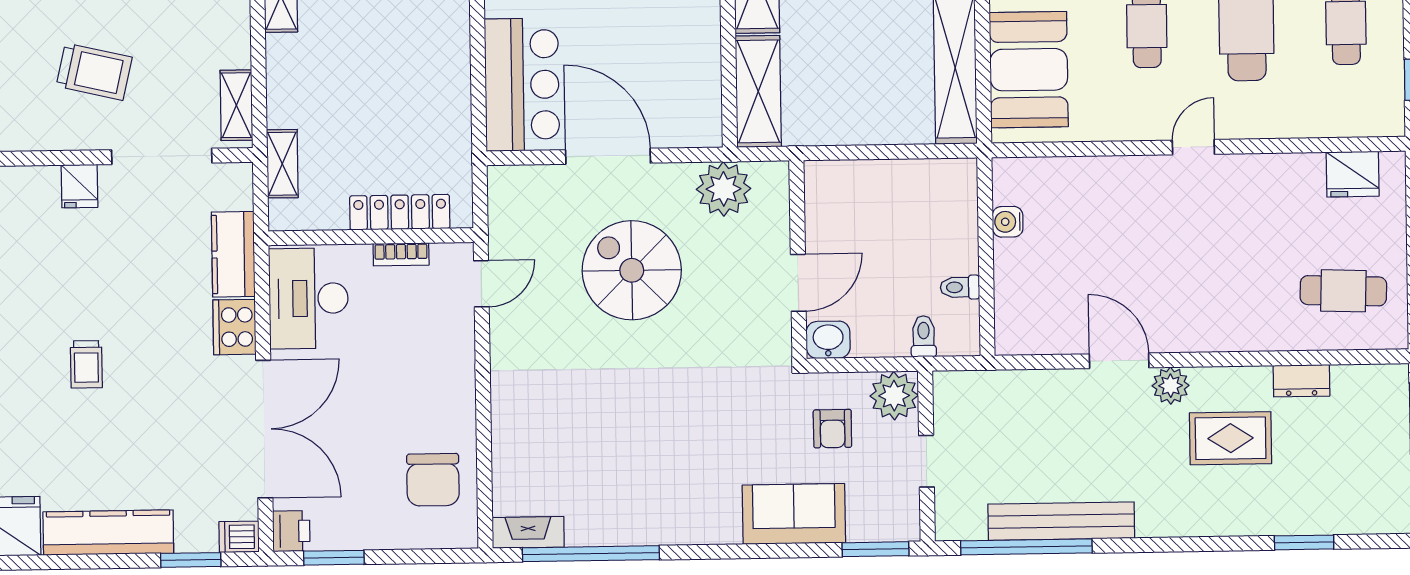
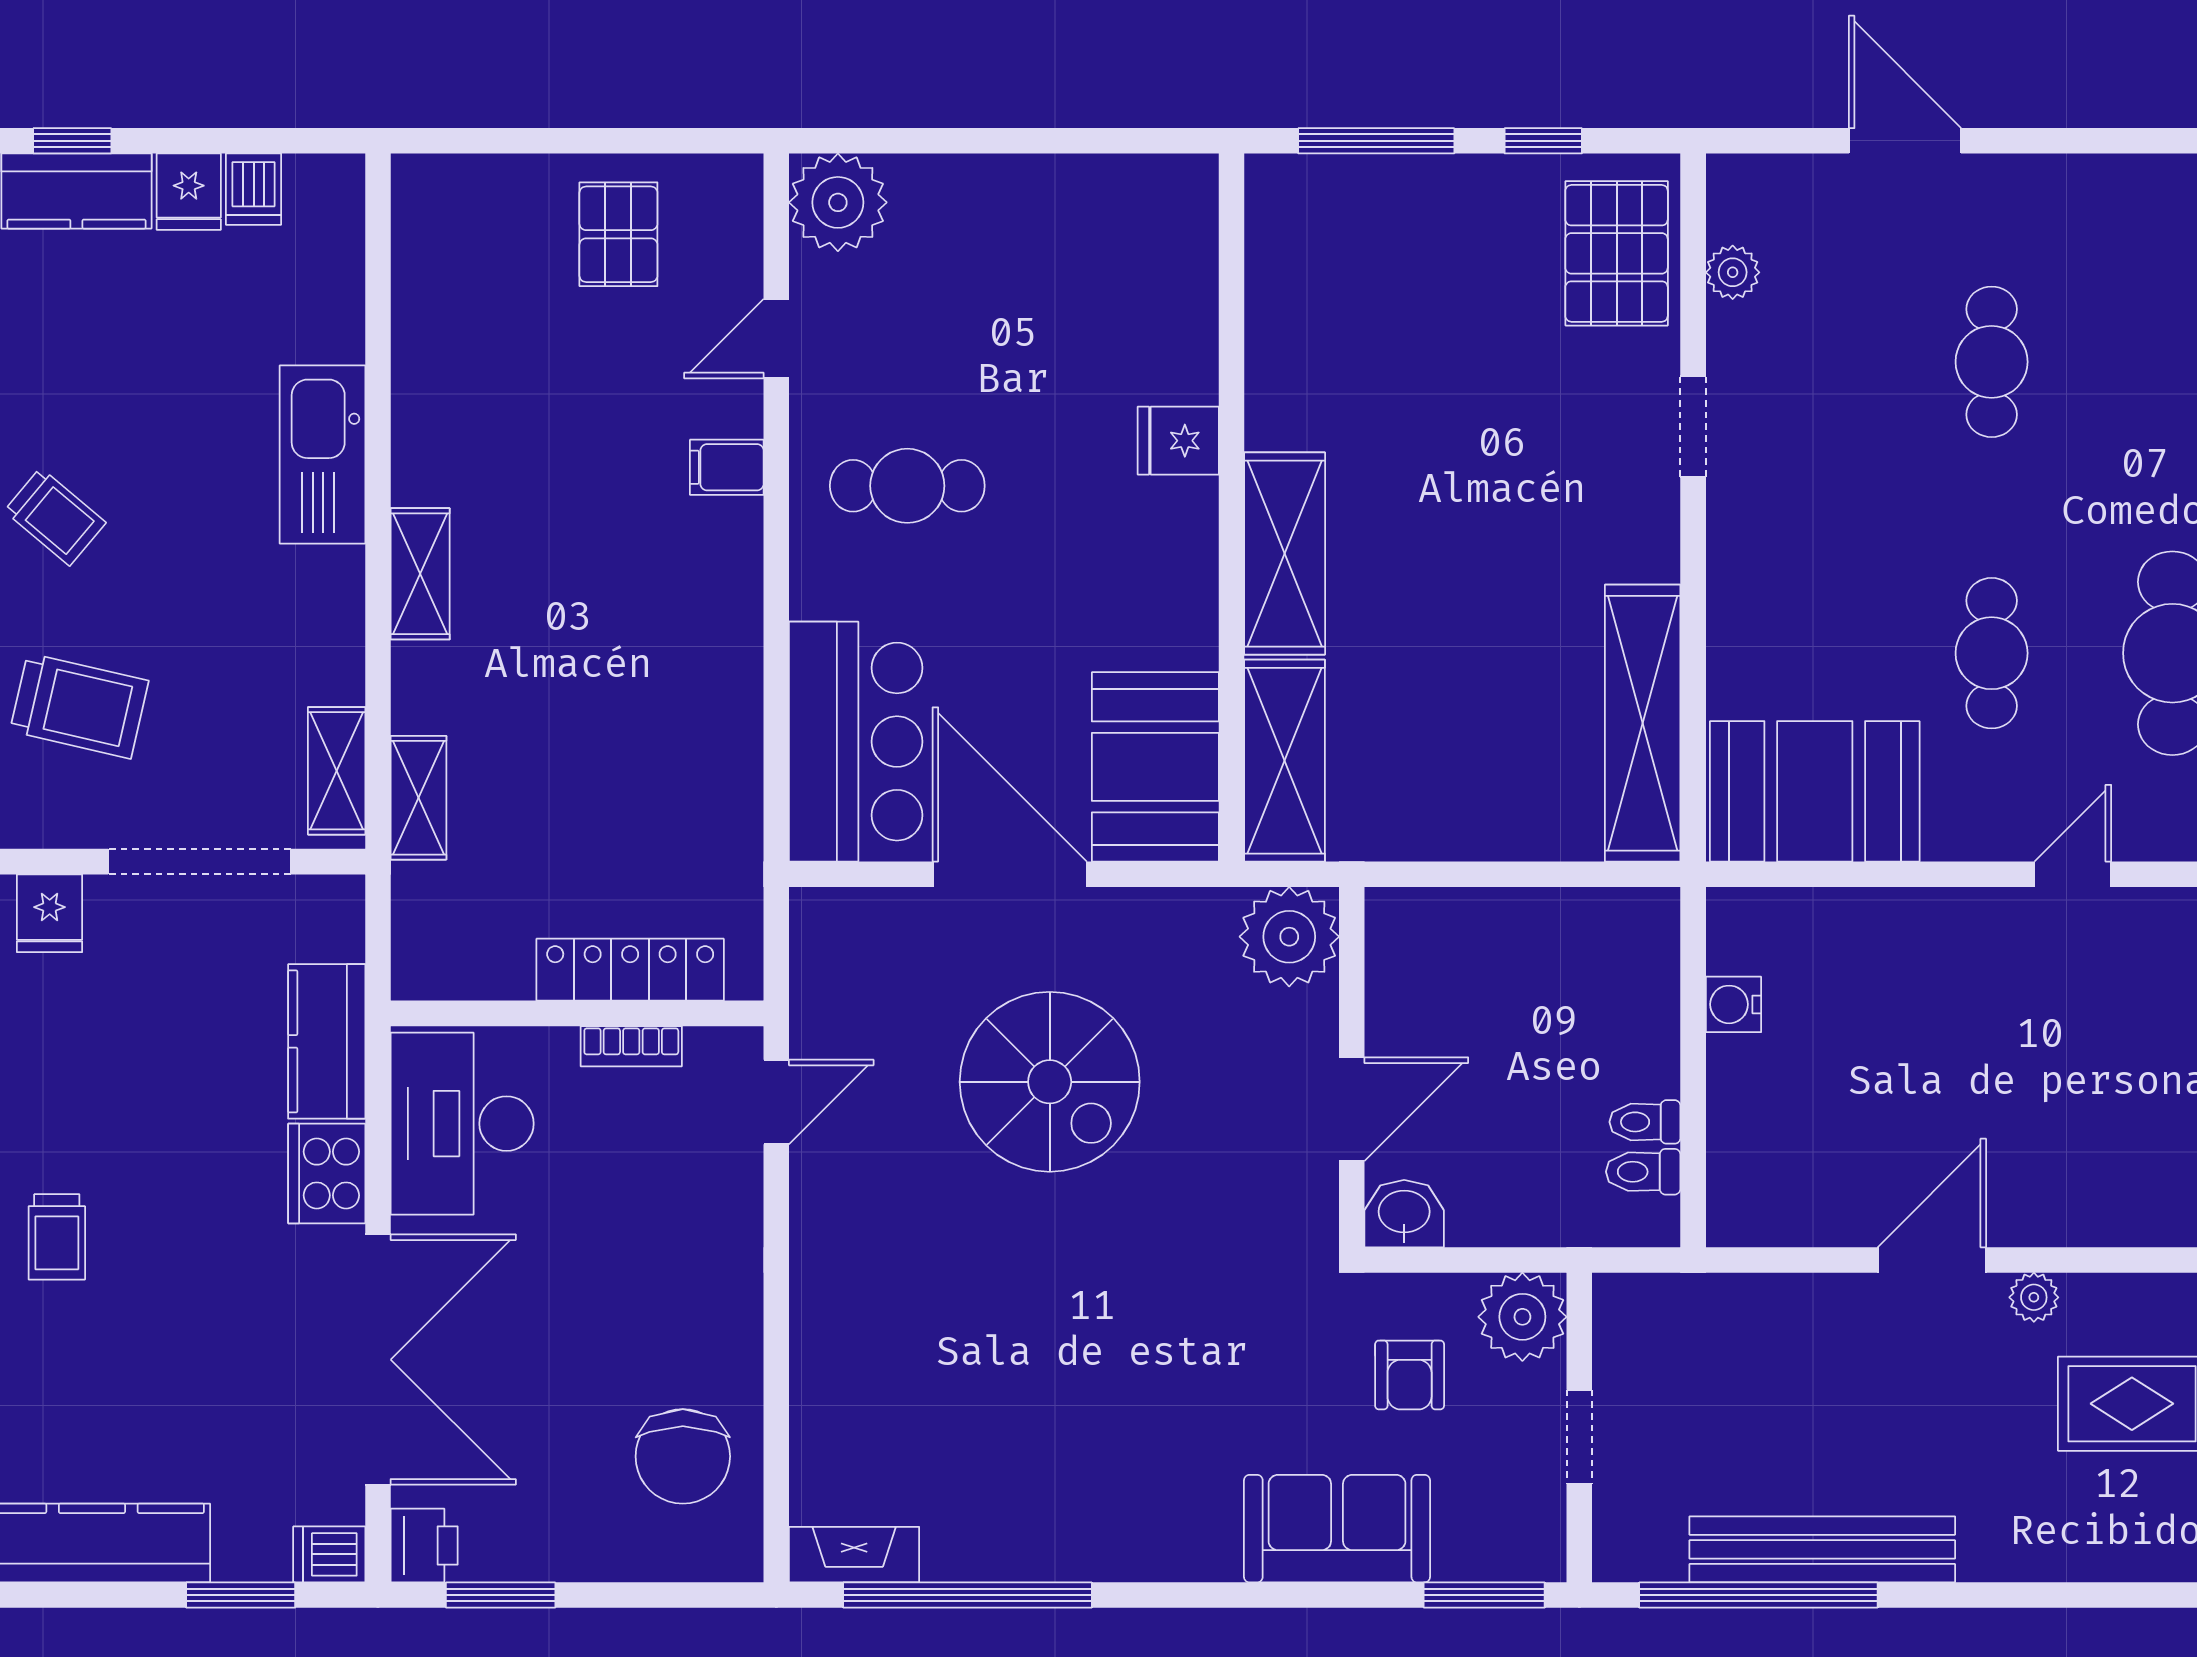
booth: (1029, 70) -> (1815, 791), moved, turned 90
booth: (687, 96) -> (1155, 767), added
shelving: (282, 164) -> (418, 798), moved
plant: (724, 189) -> (1289, 937), moved
spiral stairs: (632, 270) -> (1050, 1082), turned 180
toilet: (924, 336) -> (1643, 1172), moved, turned -90
door: (1119, 361) -> (1932, 1260), hinge flipped
plant: (1171, 386) -> (2034, 1297), width x0.73, depth x0.73

